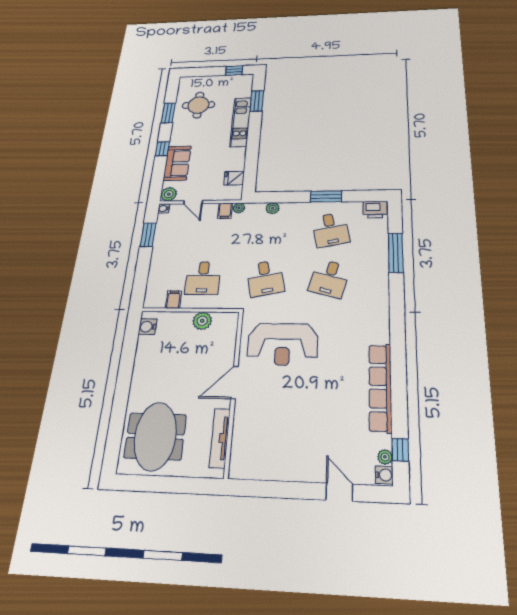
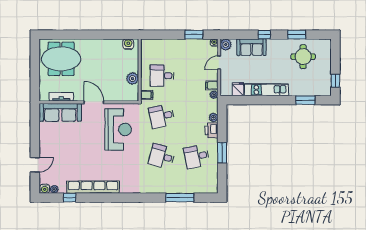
kitchen unit: (241, 122) -> (266, 90), moved
printer: (375, 210) -> (212, 130), moved
filing cabinet: (173, 300) -> (147, 95), moved
reception desk: (283, 344) -> (118, 129), turned 180
tv unit: (220, 438) -> (61, 97), width x0.71
sofa: (247, 441) -> (60, 112), added
window: (400, 450) -> (70, 198), moved

